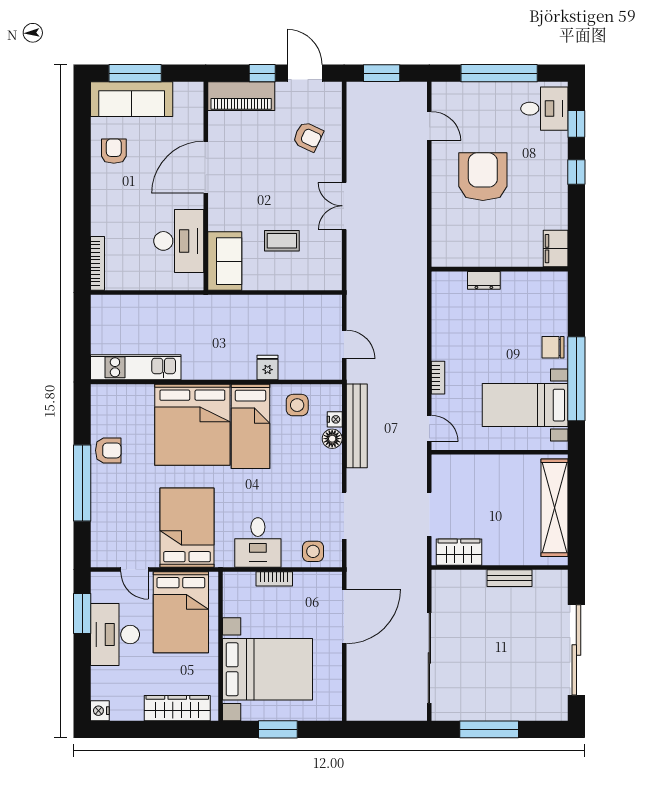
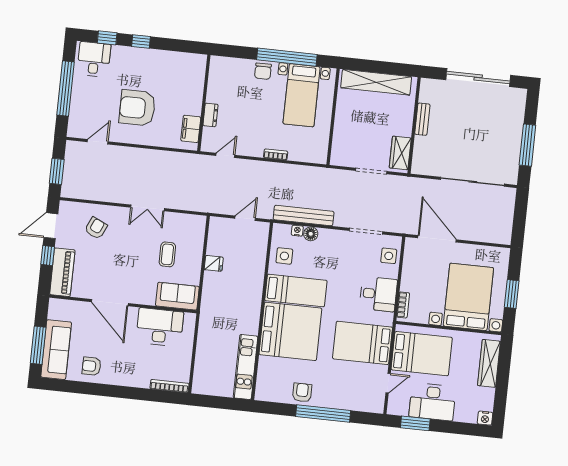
filing cabinet: (556, 249) -> (191, 129), moved, turned 90
fridge: (268, 368) -> (214, 263), moved, turned 180
door: (429, 428) -> (225, 155), moved
bookcase: (274, 579) -> (403, 305), moved

